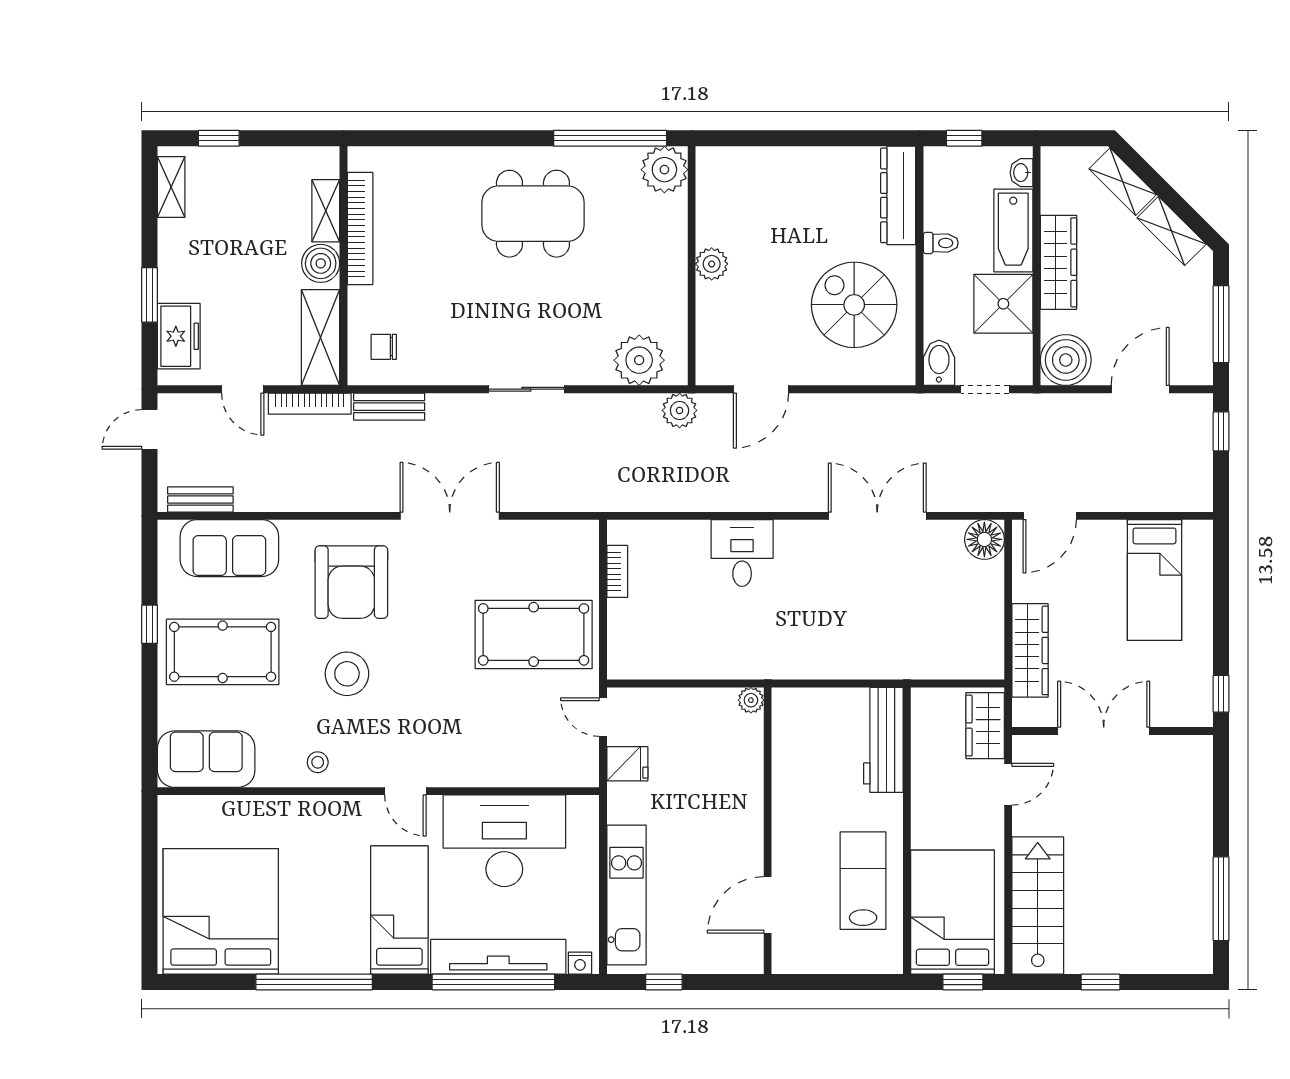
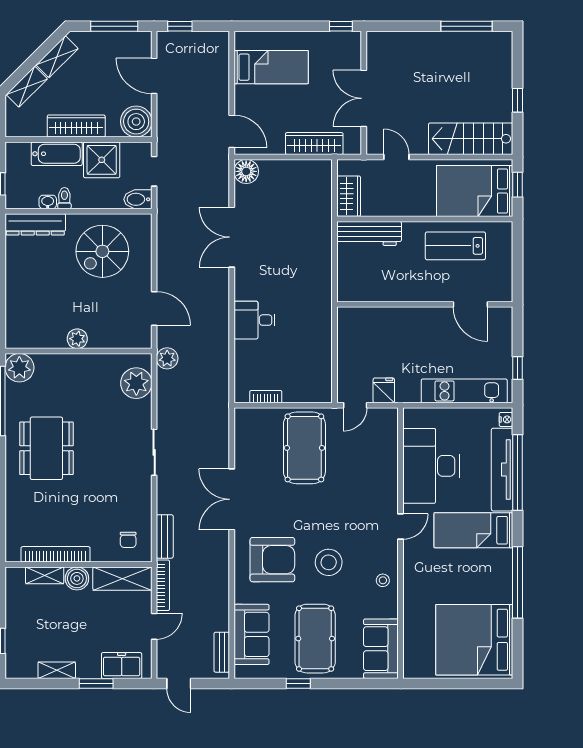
washbasin: (1021, 173) -> (48, 202), moved, turned 180
shelving: (171, 187) -> (57, 670), moved
plant: (751, 700) -> (345, 315), removed
wardrobe: (985, 726) -> (349, 196), moved, turned -90

